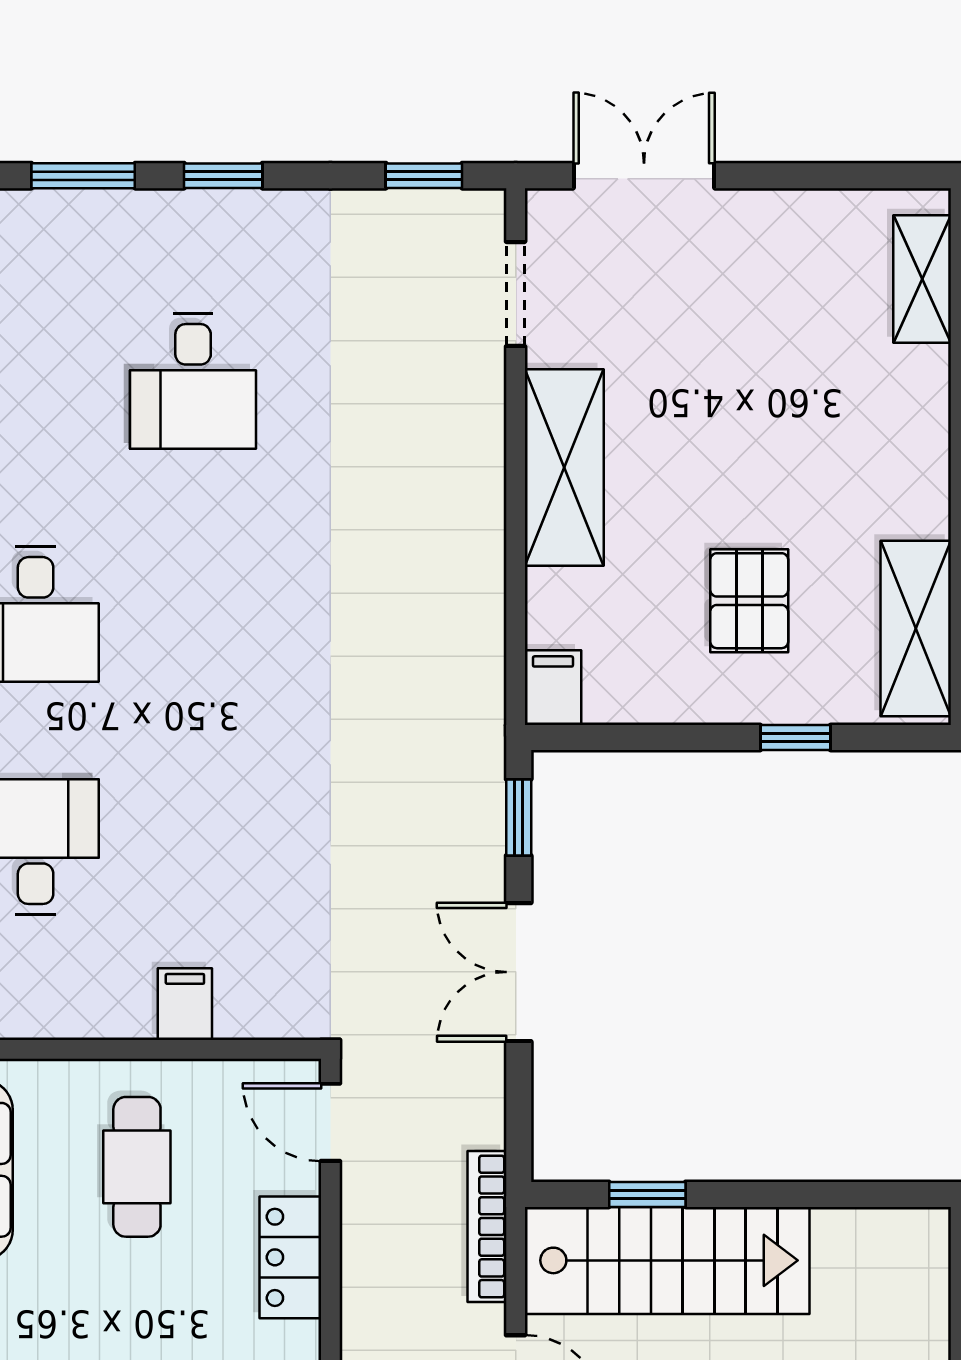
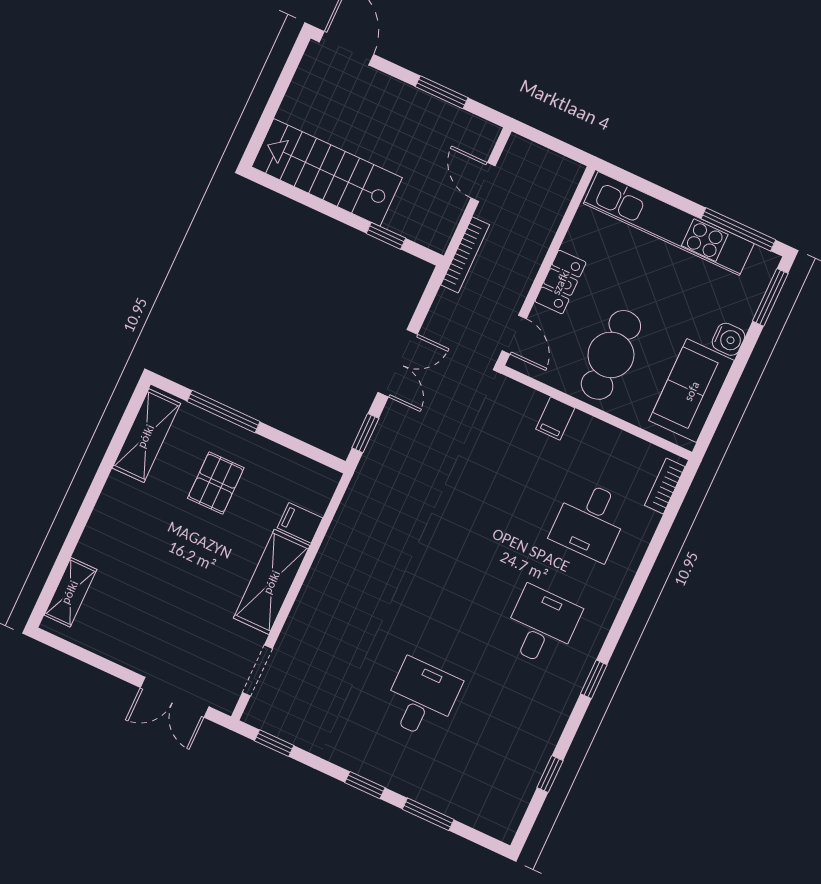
filing cabinet: (553, 688) -> (300, 523), moved, turned 90
window: (795, 738) -> (224, 411), width x2.17
cafe table: (137, 1167) -> (611, 355), width x1.37, depth x1.35
stairs: (667, 1260) -> (327, 172), moved

